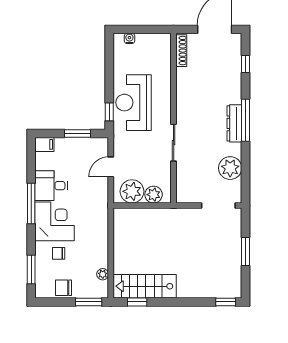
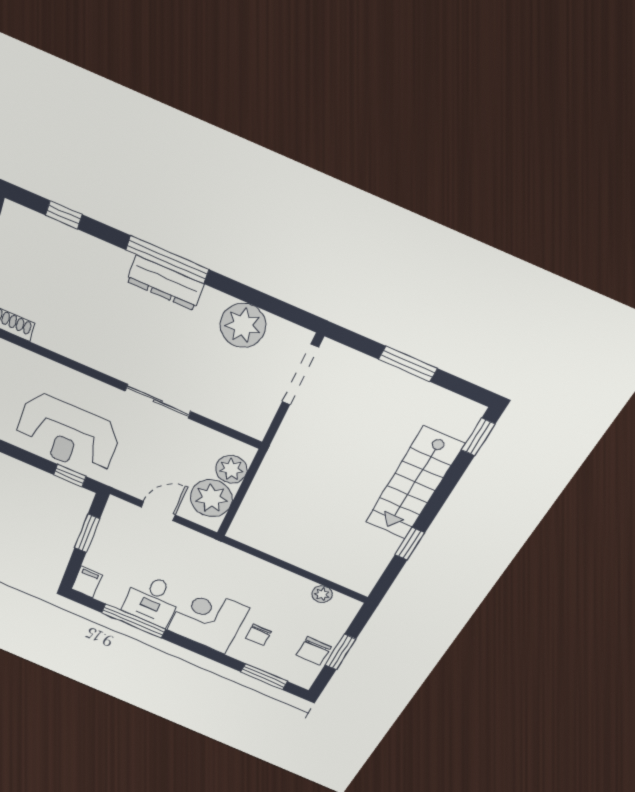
door: (111, 167) -> (158, 511), swing flipped
window: (31, 203) -> (133, 621), moved
stairs: (145, 286) -> (414, 484), moved
window: (89, 302) -> (340, 652), moved
window: (137, 302) -> (410, 544), moved

